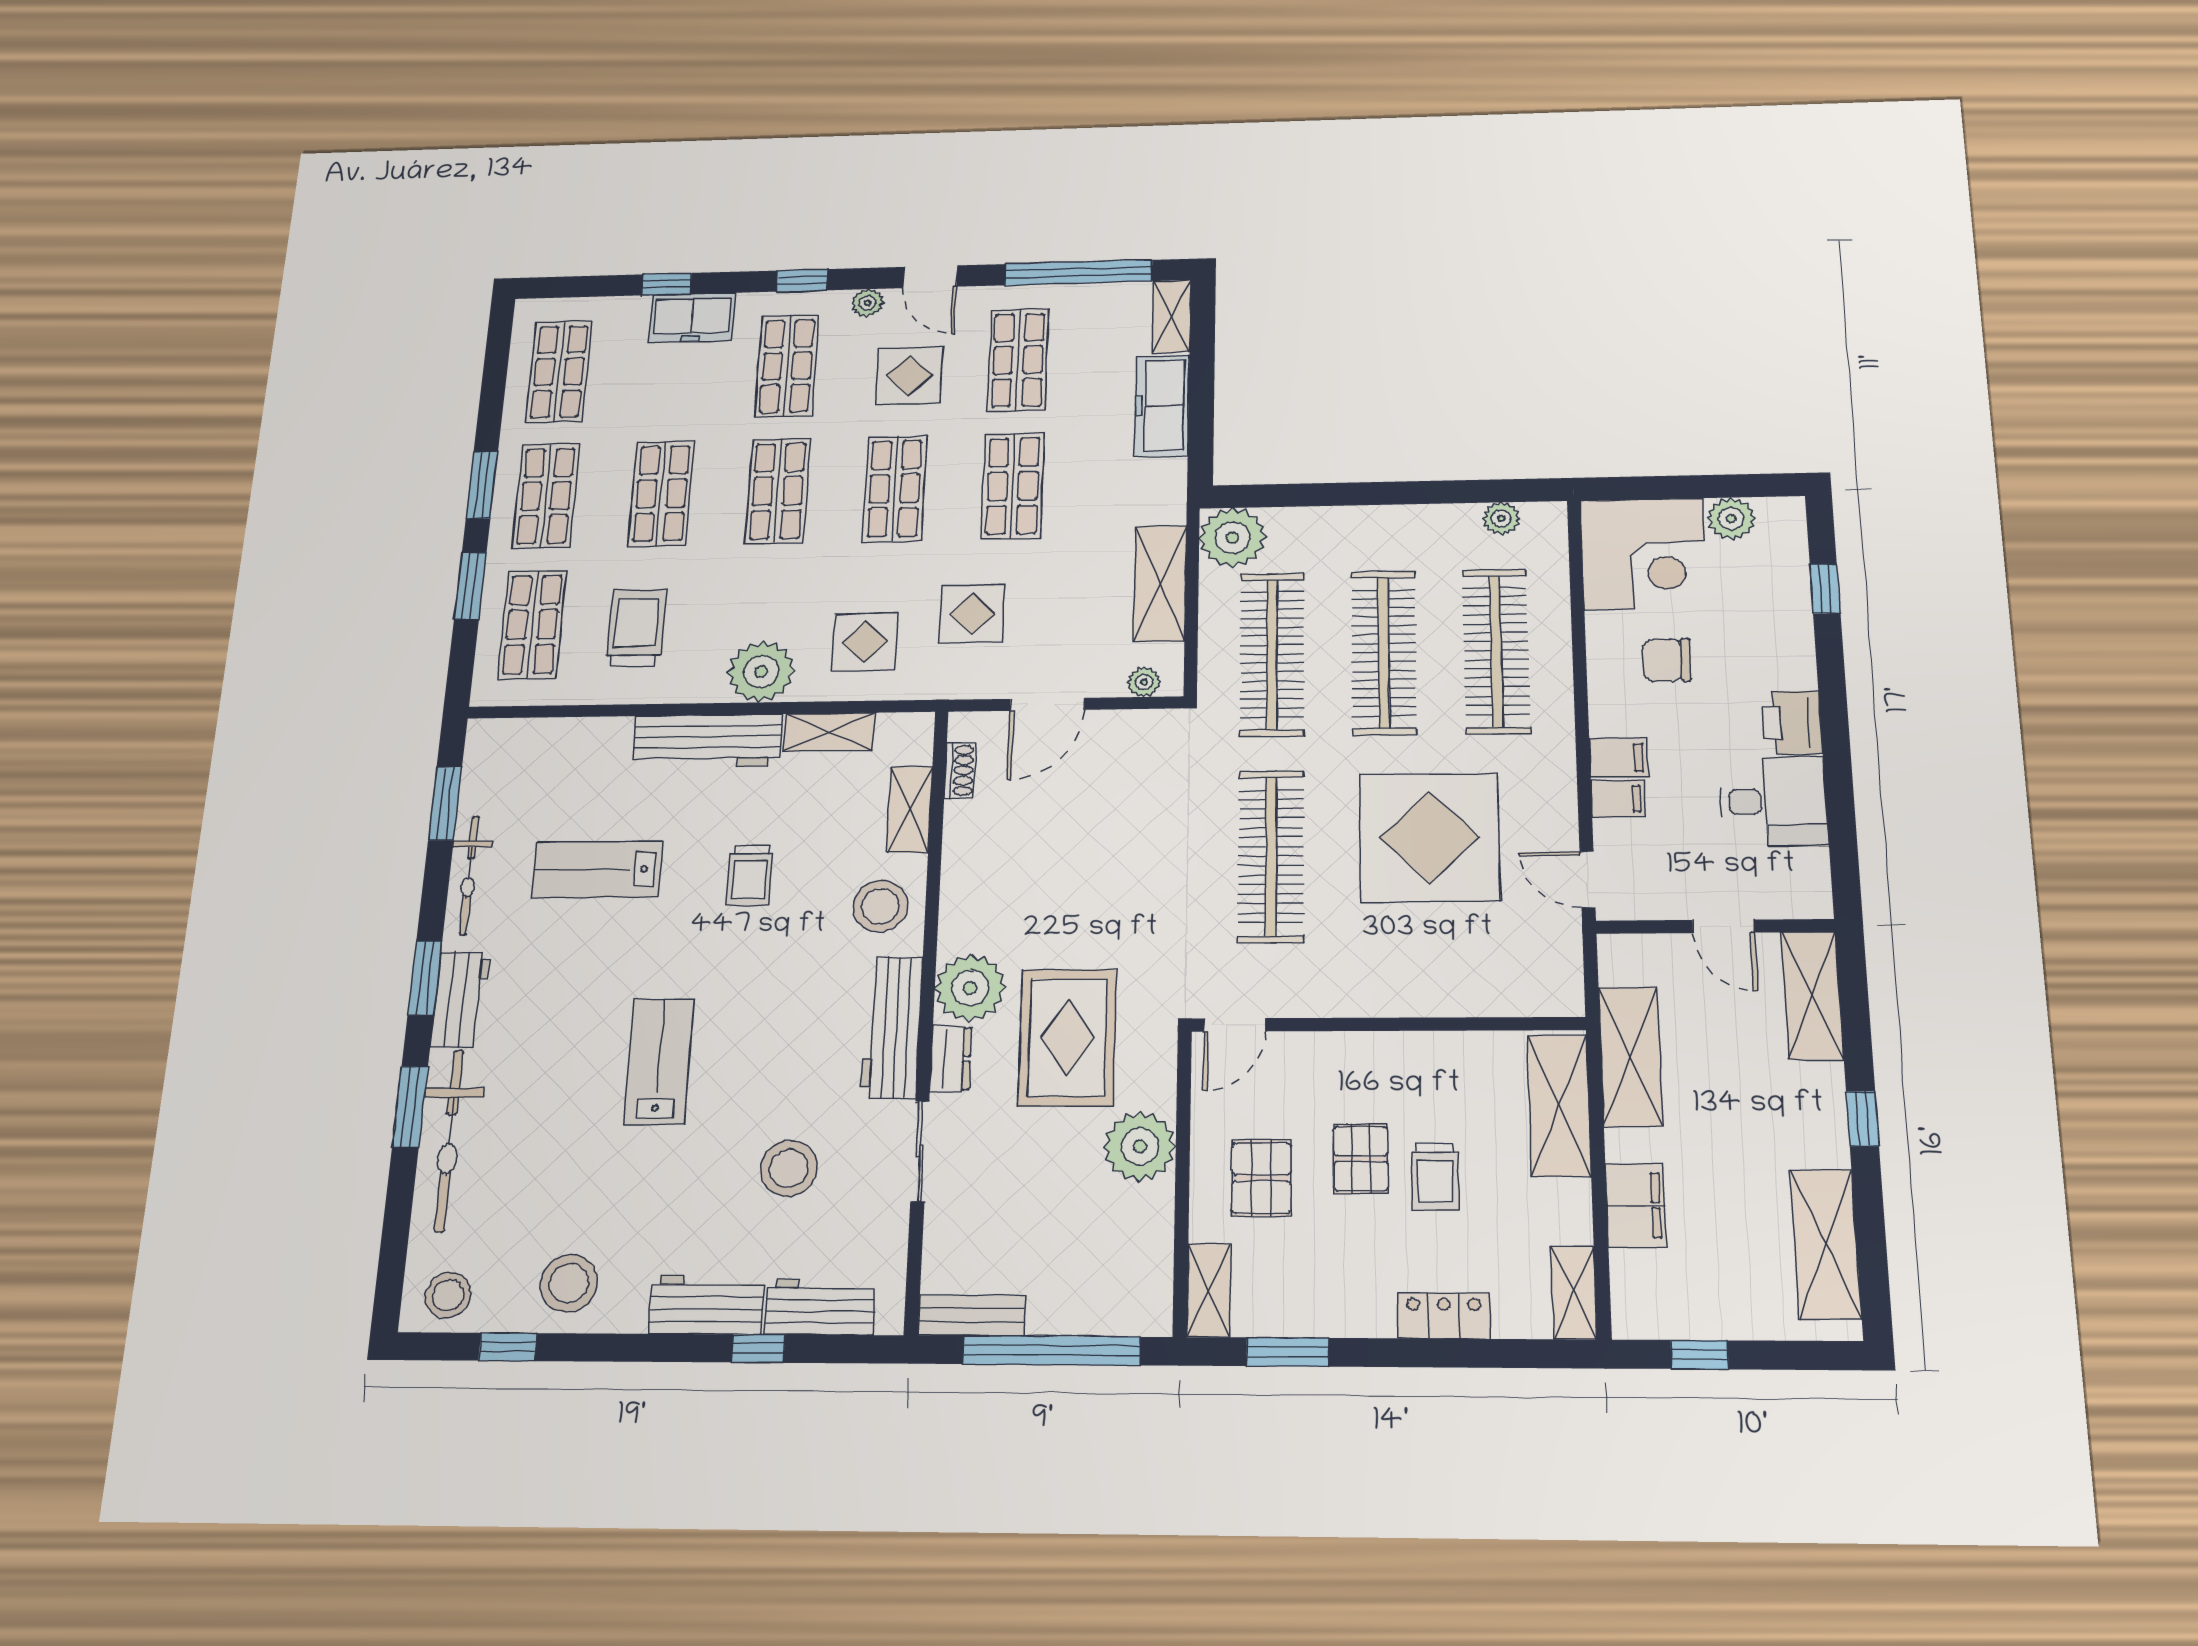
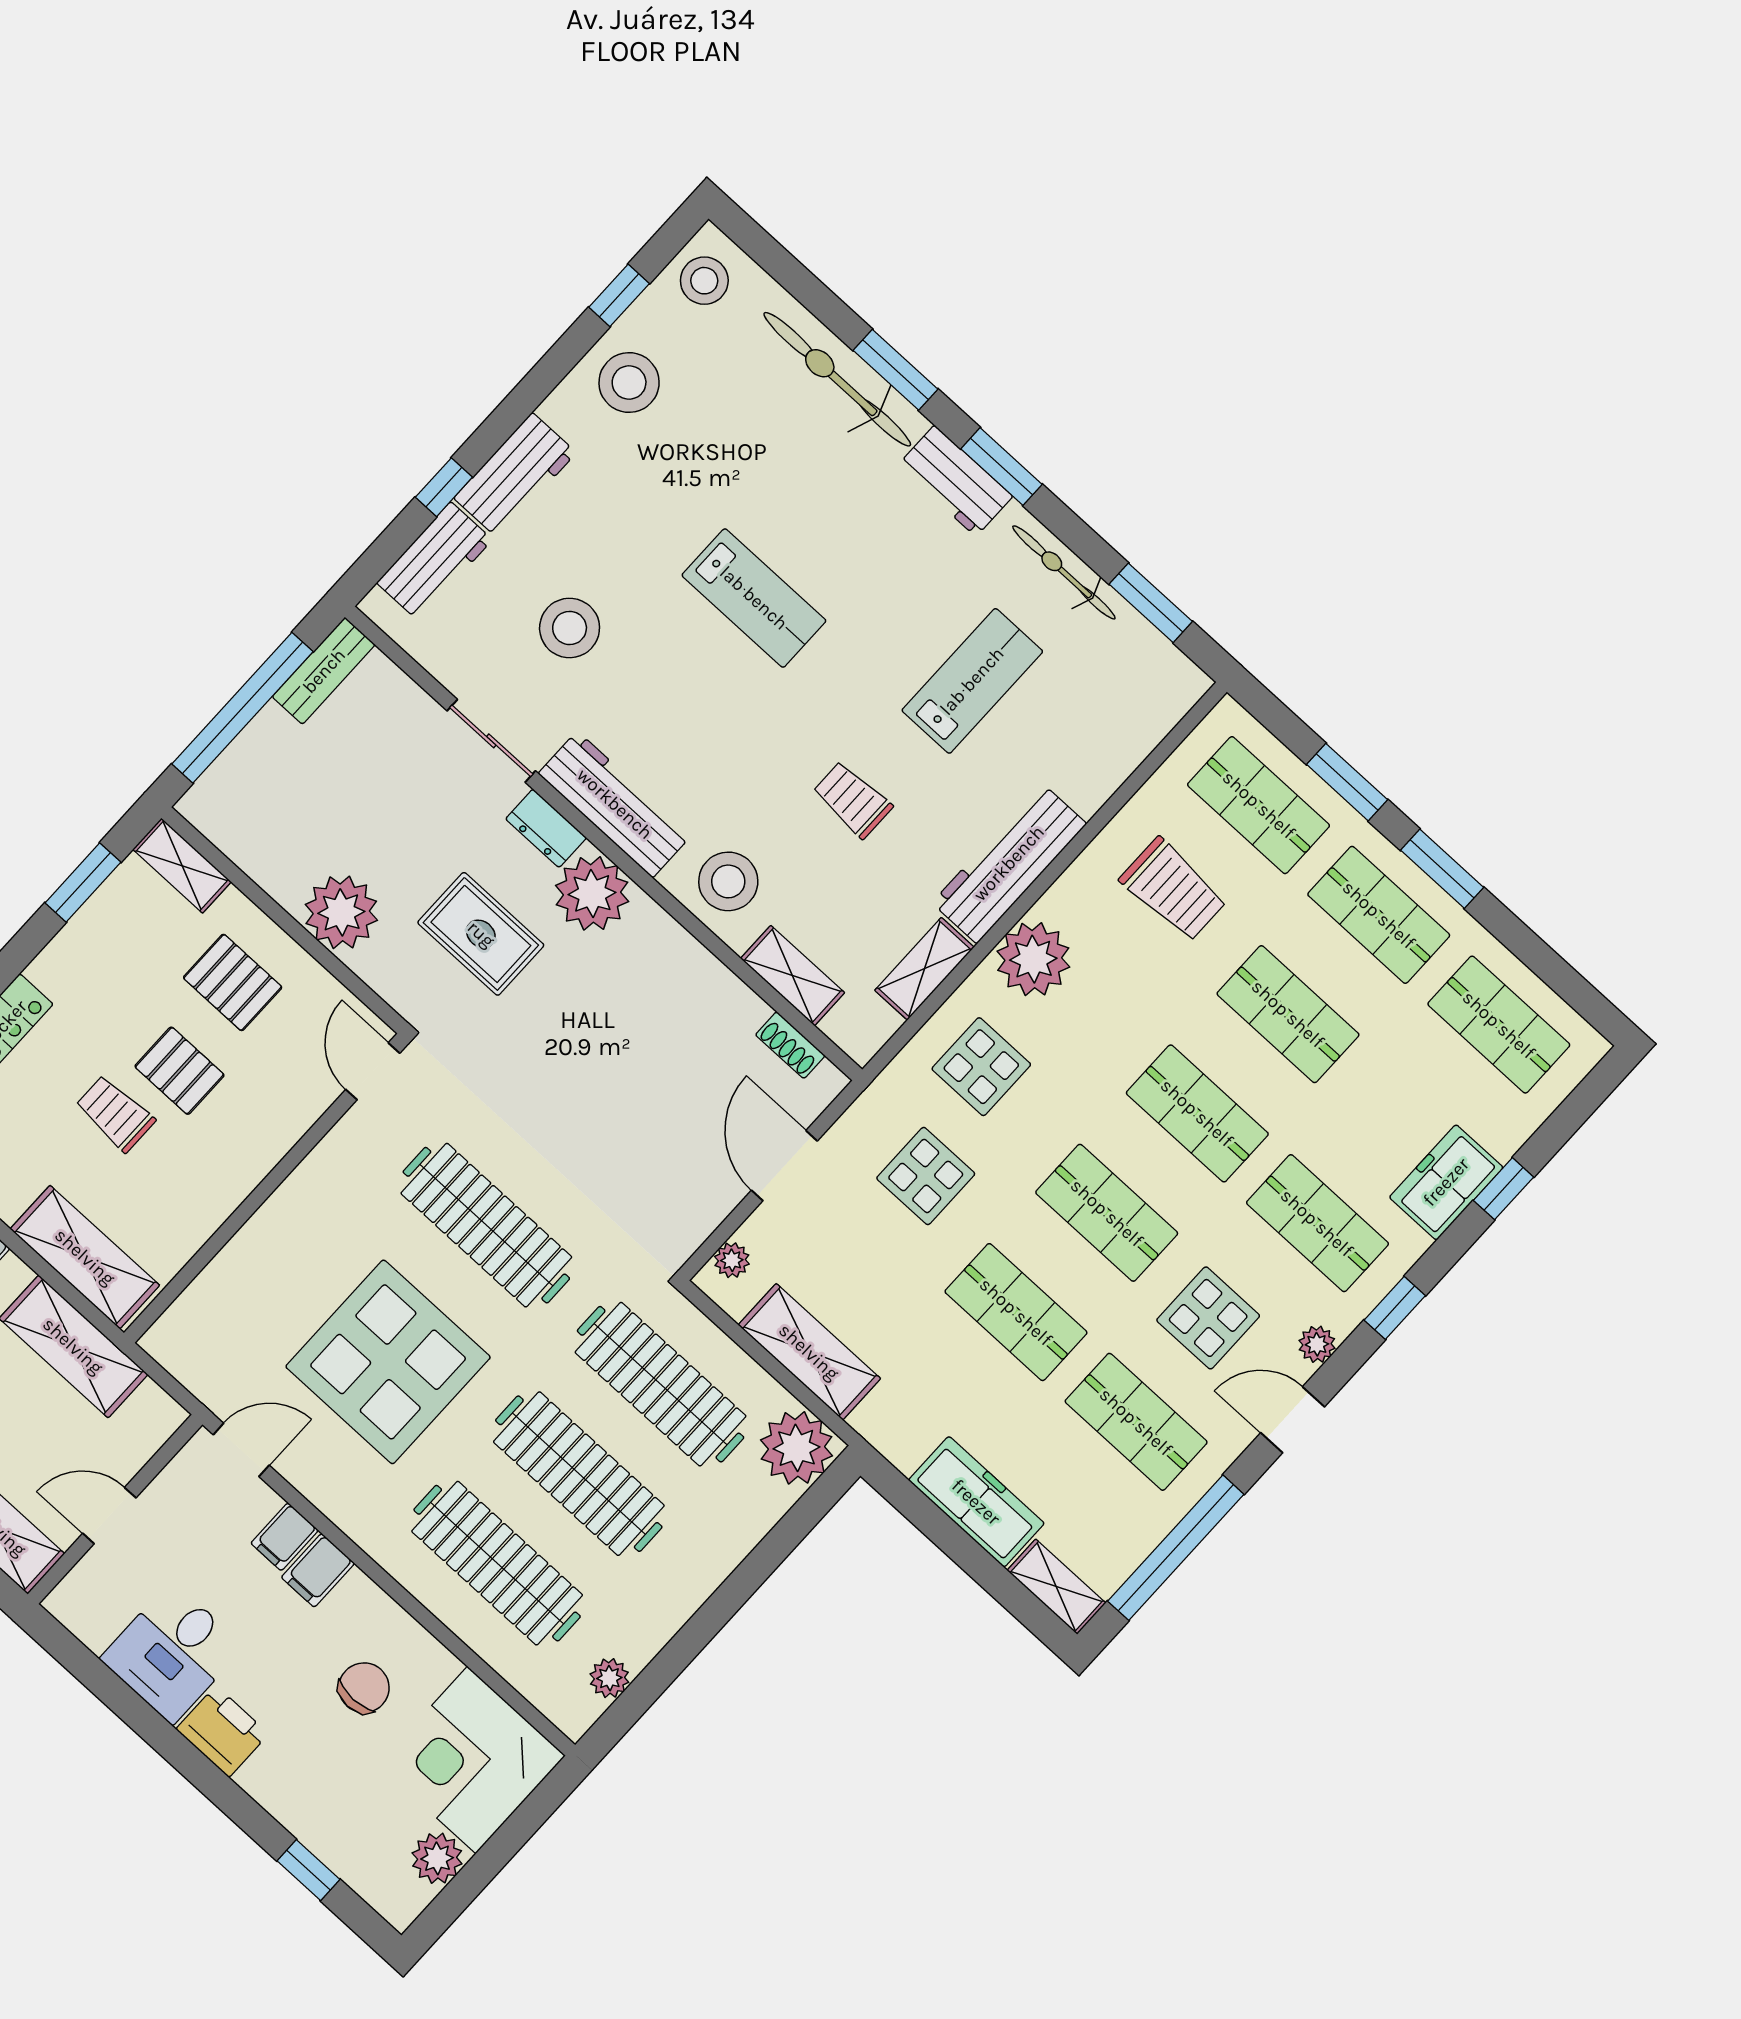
rug: (1067, 1037) -> (481, 934), width x0.73, depth x0.70

